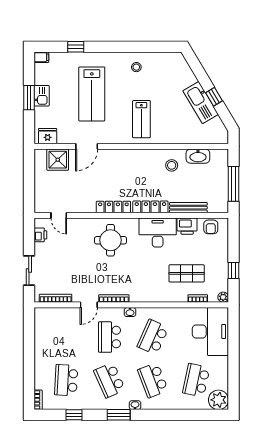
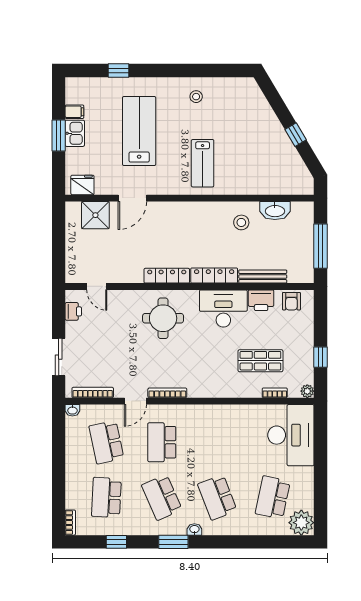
filing cabinet: (41, 57) -> (74, 112), moved
lab bench: (92, 94) -> (139, 131), turned 180
kitchen sink: (201, 103) -> (278, 142), removed
washbasin: (130, 312) -> (72, 410), moved
school desk: (153, 337) -> (106, 442), moved, turned -36

